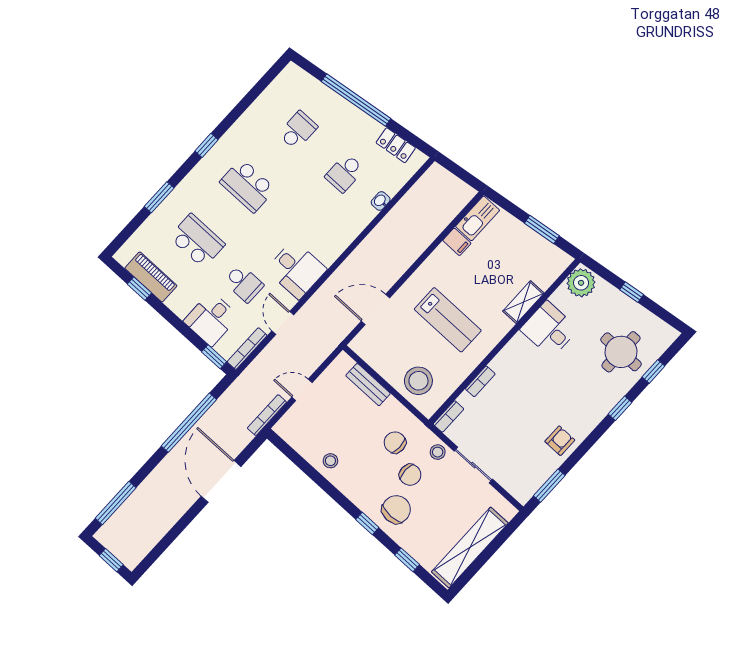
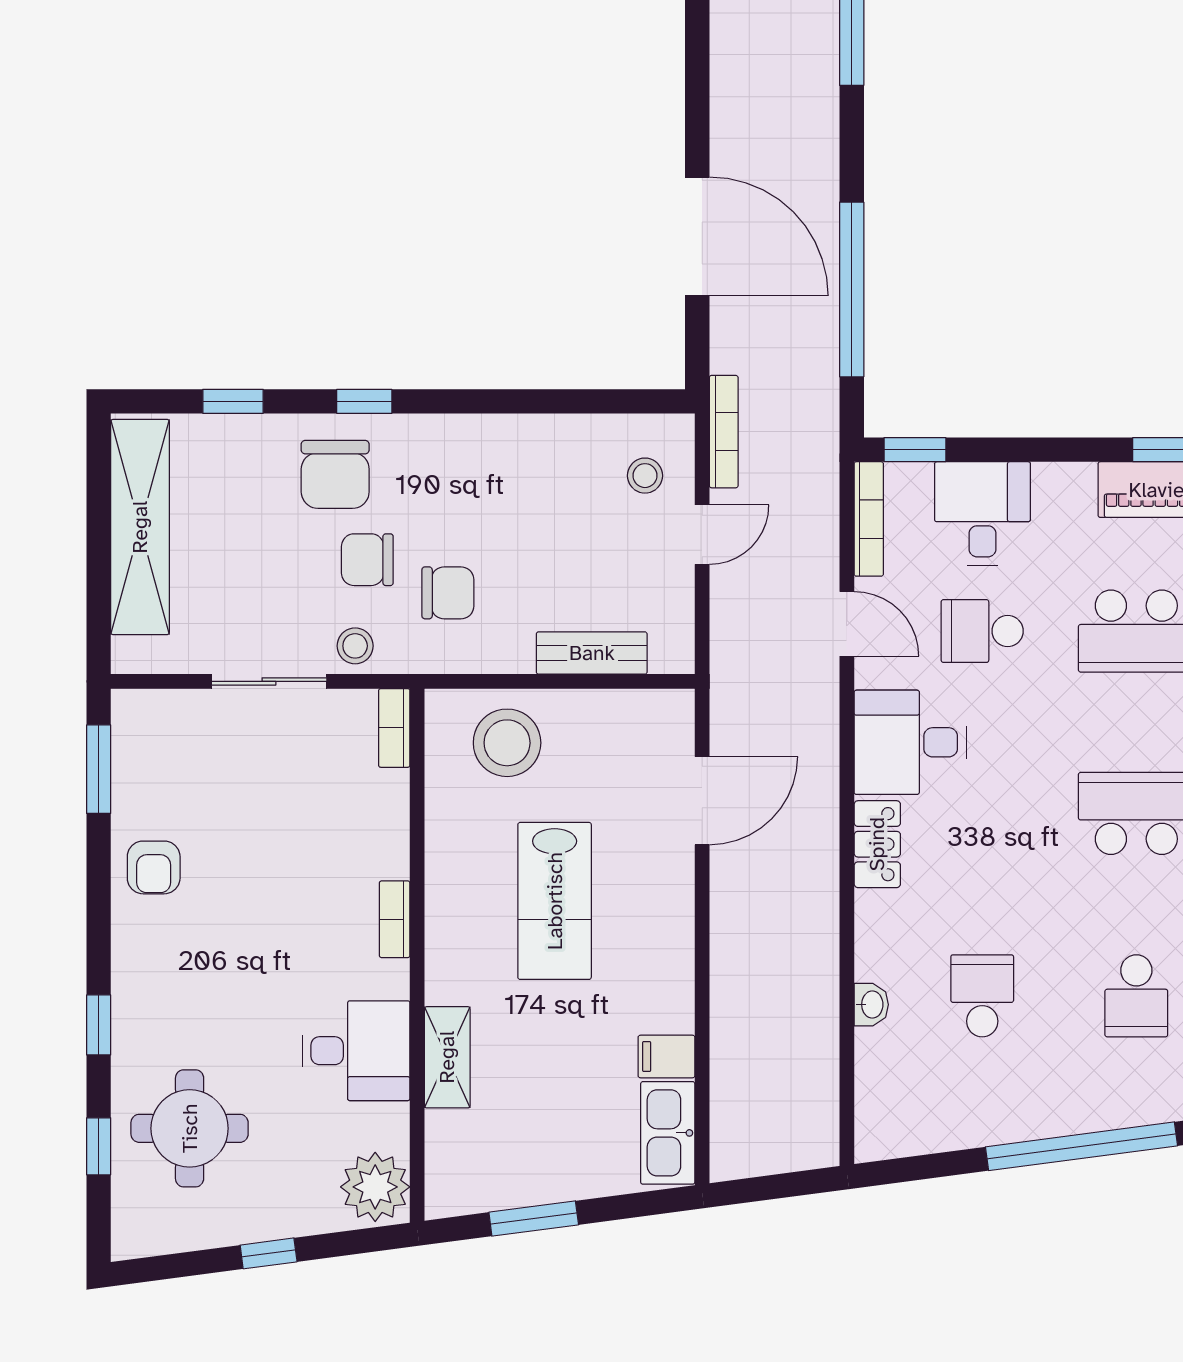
locker: (396, 145) -> (877, 844), moved, turned 98
lab bench: (448, 320) -> (555, 901), turned -90
bookcase: (480, 381) -> (395, 919), moved
stool: (330, 461) -> (645, 476), moved

